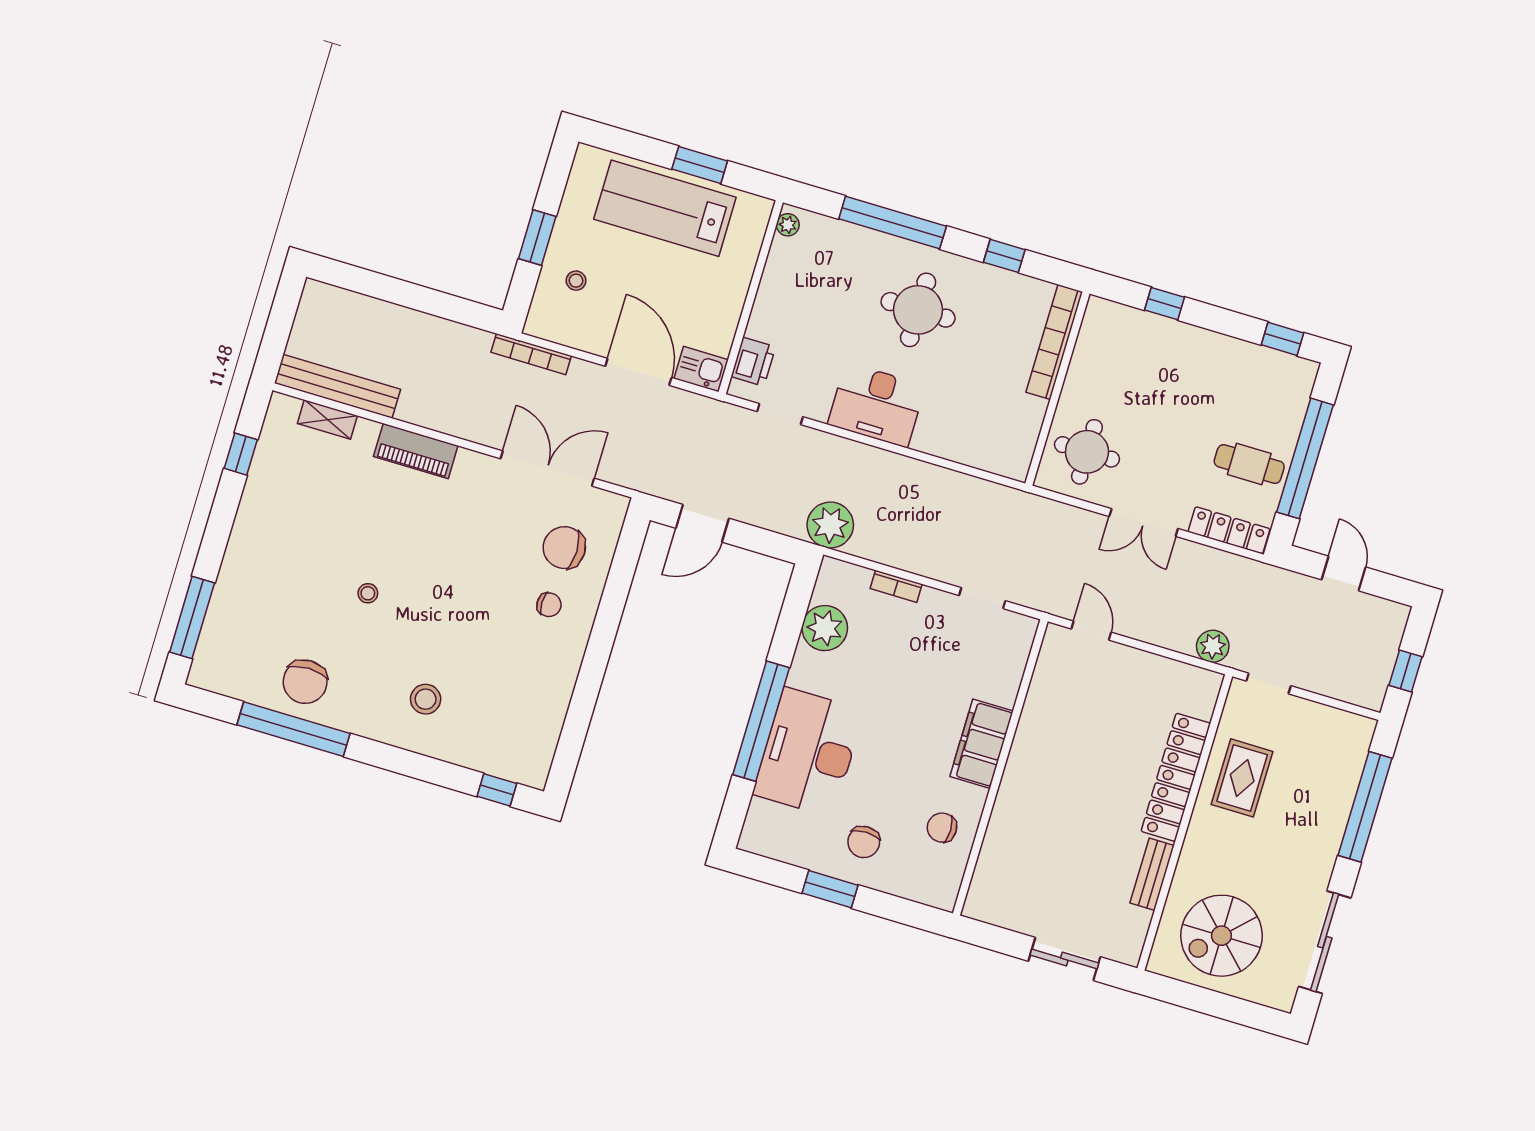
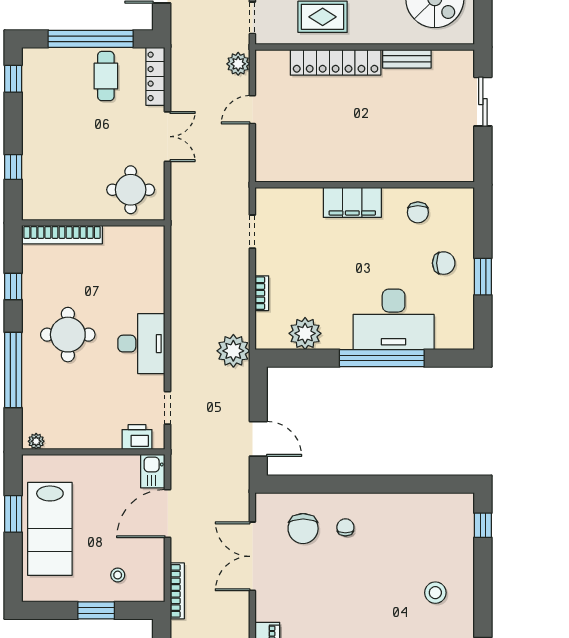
door: (1091, 631) -> (252, 110), moved

